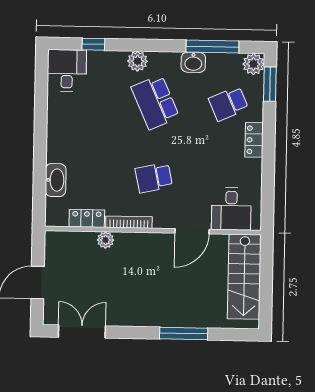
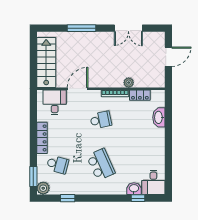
window: (212, 47) -> (68, 198), width x0.46
plant: (138, 61) -> (112, 189), removed
washbasin: (193, 62) -> (134, 189), moved
school desk: (228, 104) -> (58, 165), turned 39
locker: (254, 140) -> (42, 138), width x1.53
double door: (82, 332) -> (128, 28), moved

